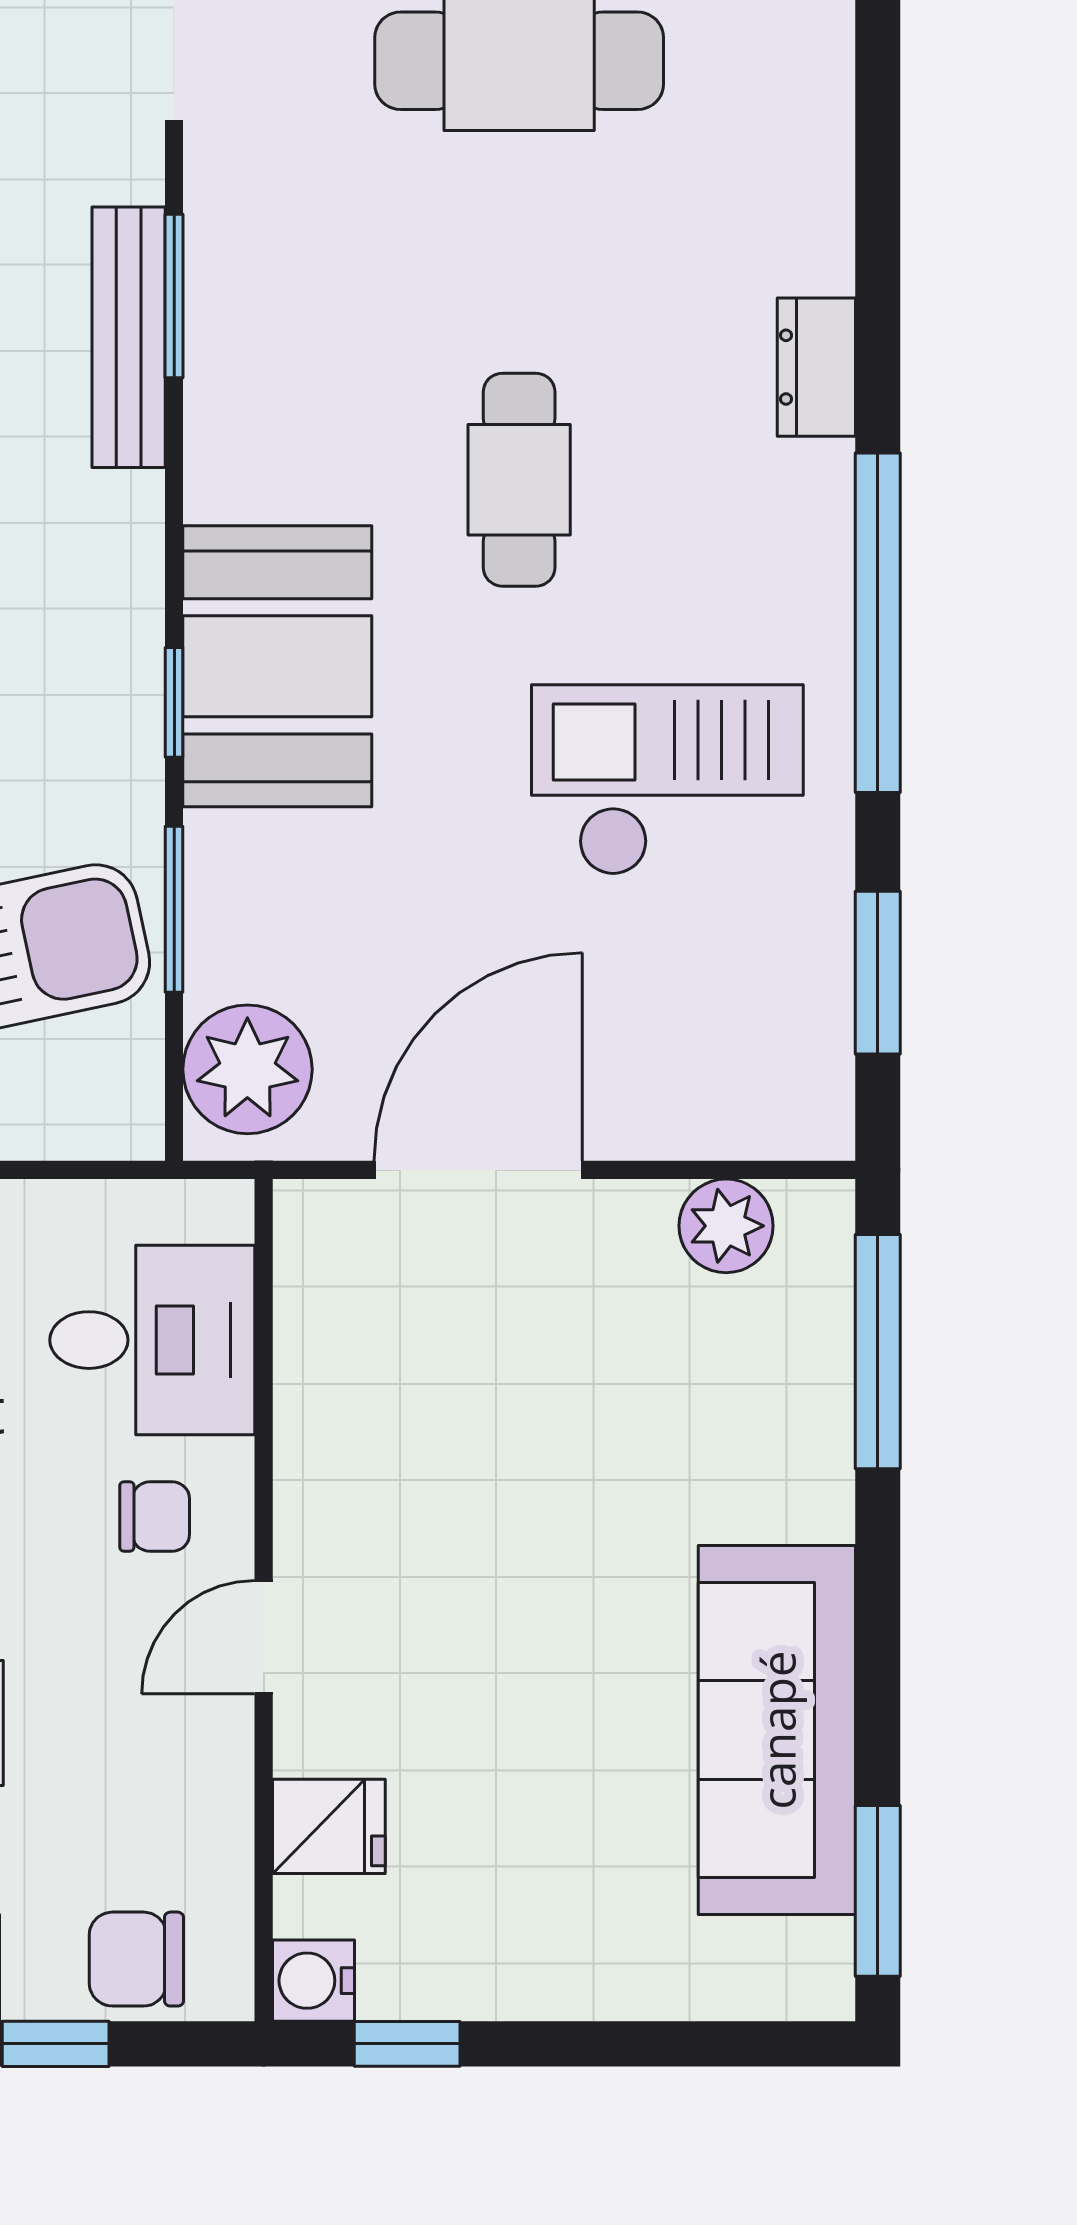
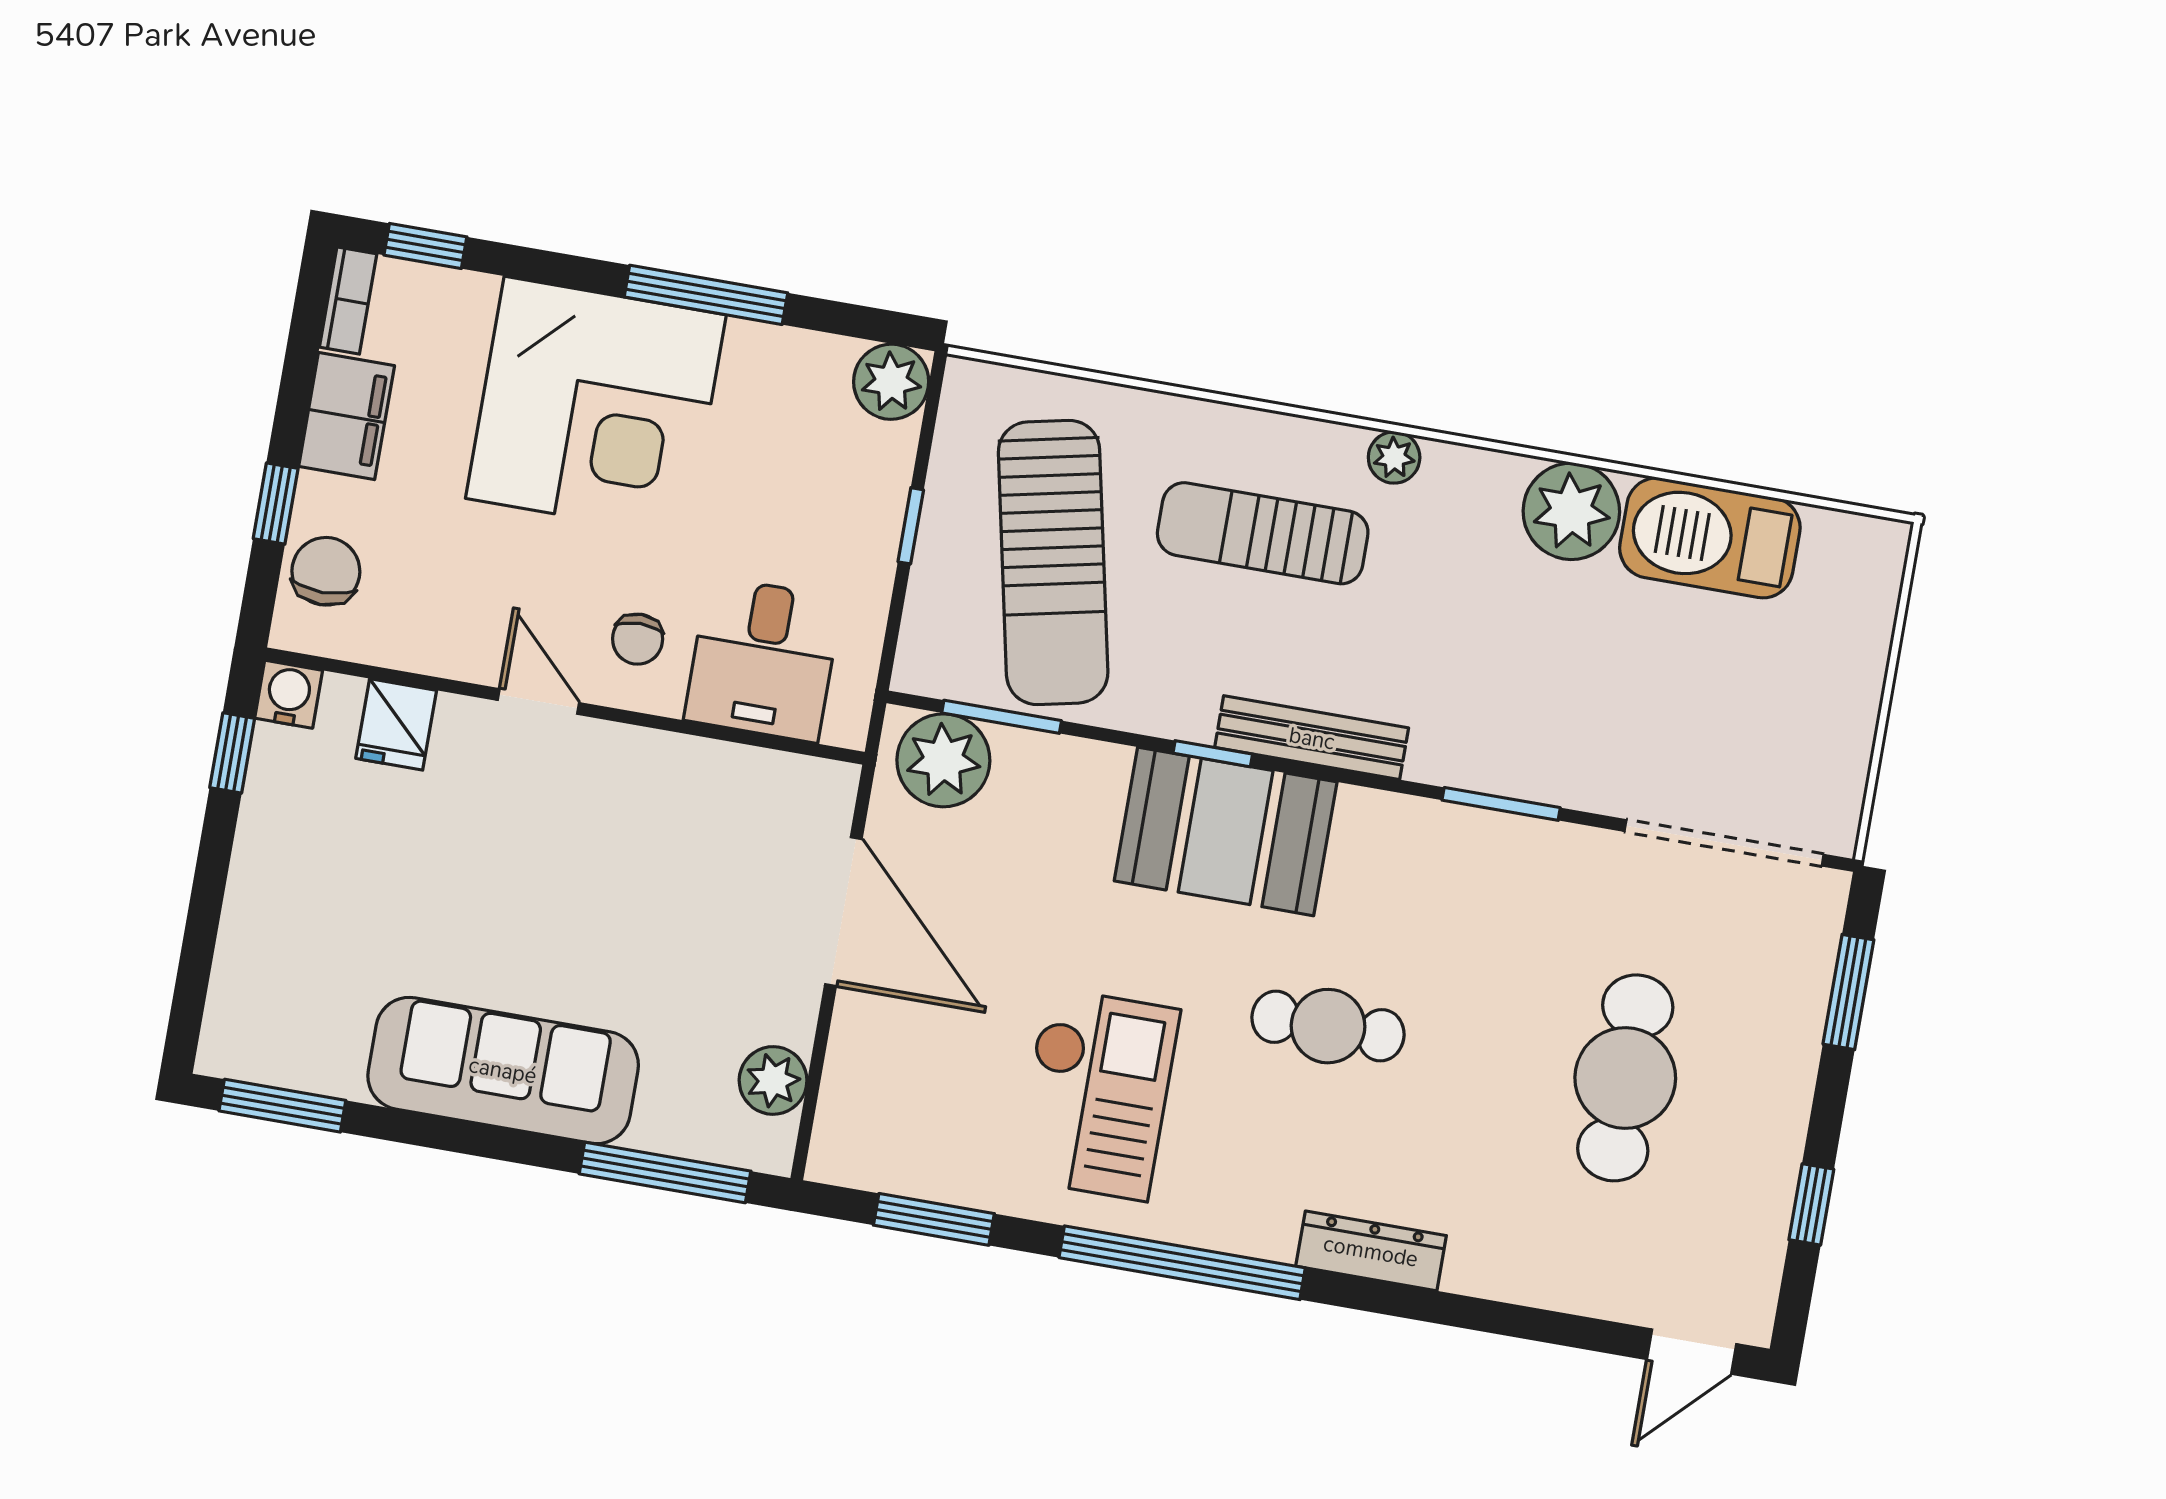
bench: (129, 337) -> (1312, 738), moved
dresser: (816, 367) -> (1371, 1251), width x1.44
window: (174, 909) -> (1002, 717), moved
sofa: (777, 1730) -> (503, 1070), moved

